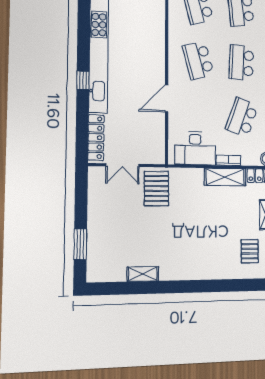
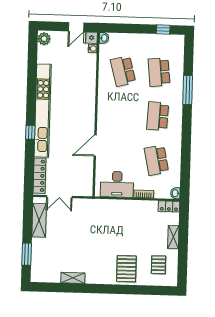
school desk: (198, 60) -> (122, 115), removed
school desk: (242, 117) -> (156, 160), turned -33
shelving: (225, 177) -> (39, 220), moved, turned 90
pallet: (156, 189) -> (126, 269), moved

